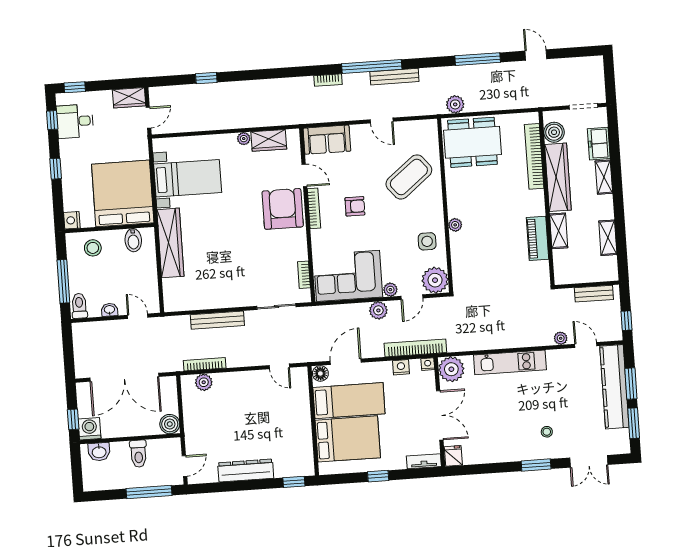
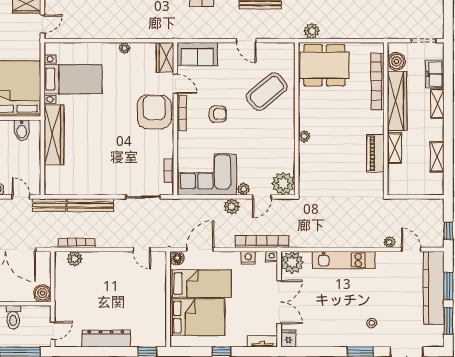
wardrobe: (269, 140) -> (165, 57), moved, turned 90
side table: (427, 241) -> (279, 149), removed
bench: (594, 294) -> (49, 205), moved

